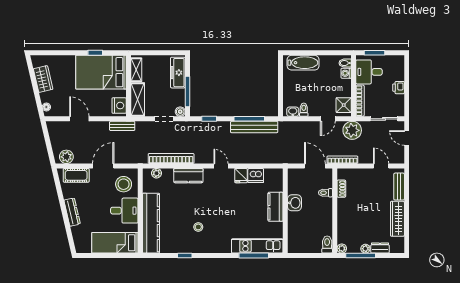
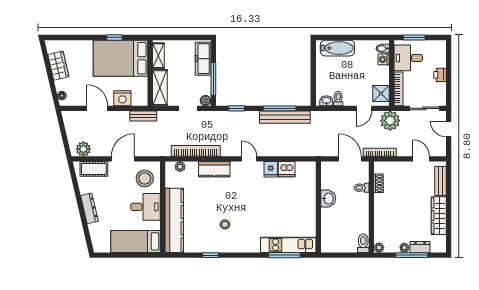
nightstand: (119, 106) -> (122, 98), moved, turned 90
kitchen counter: (276, 207) -> (308, 203), removed
window: (361, 256) -> (412, 255), moved

